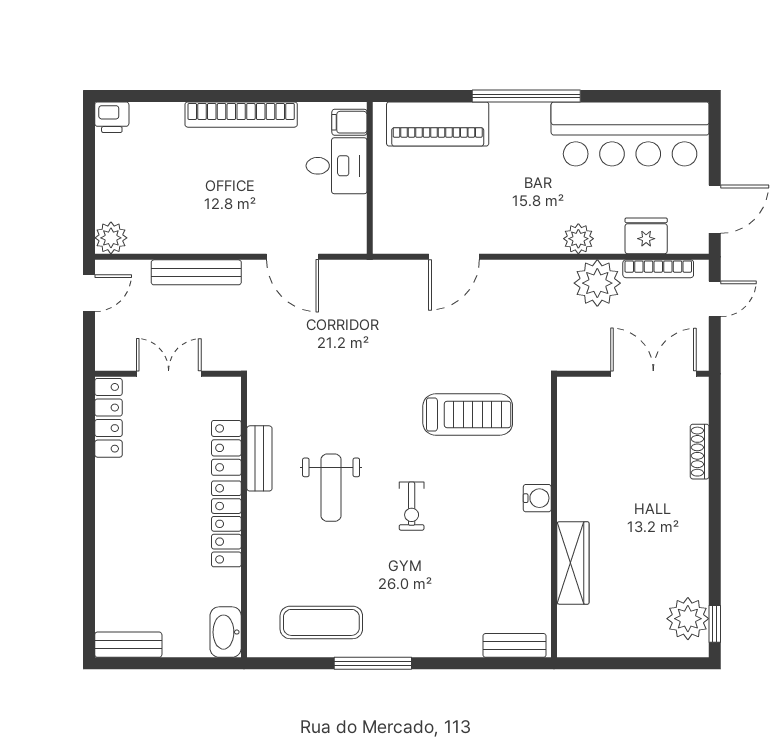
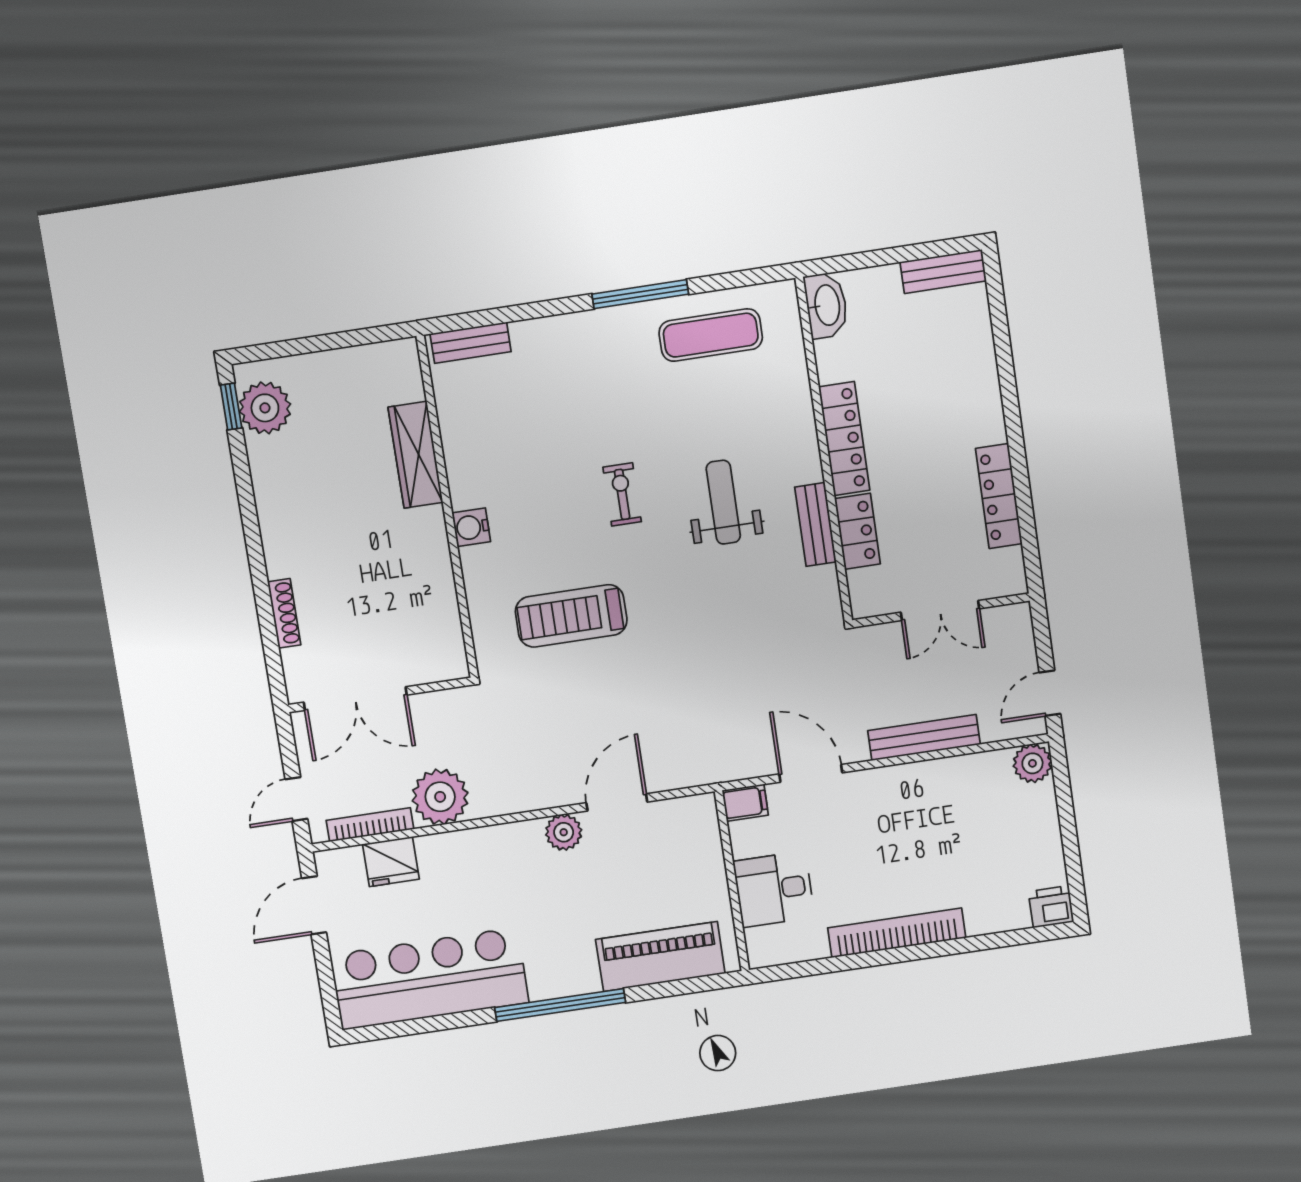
filing cabinet: (349, 122) -> (745, 803), moved
plant: (578, 239) -> (564, 832), moved
locker: (108, 418) -> (999, 496), moved

